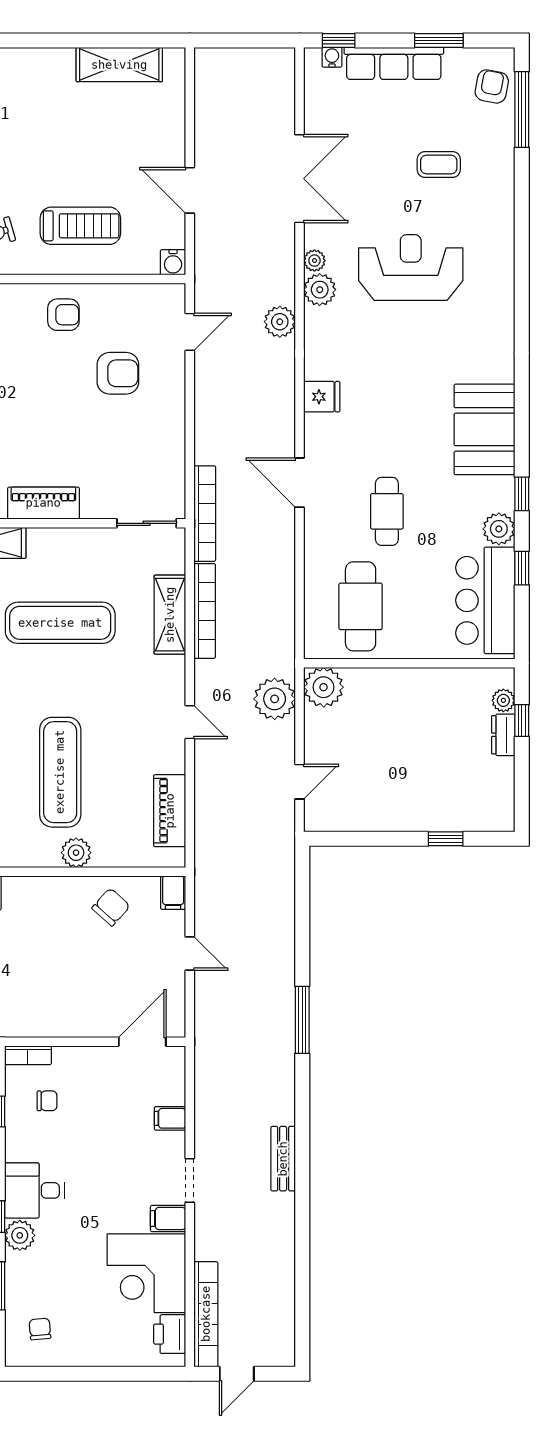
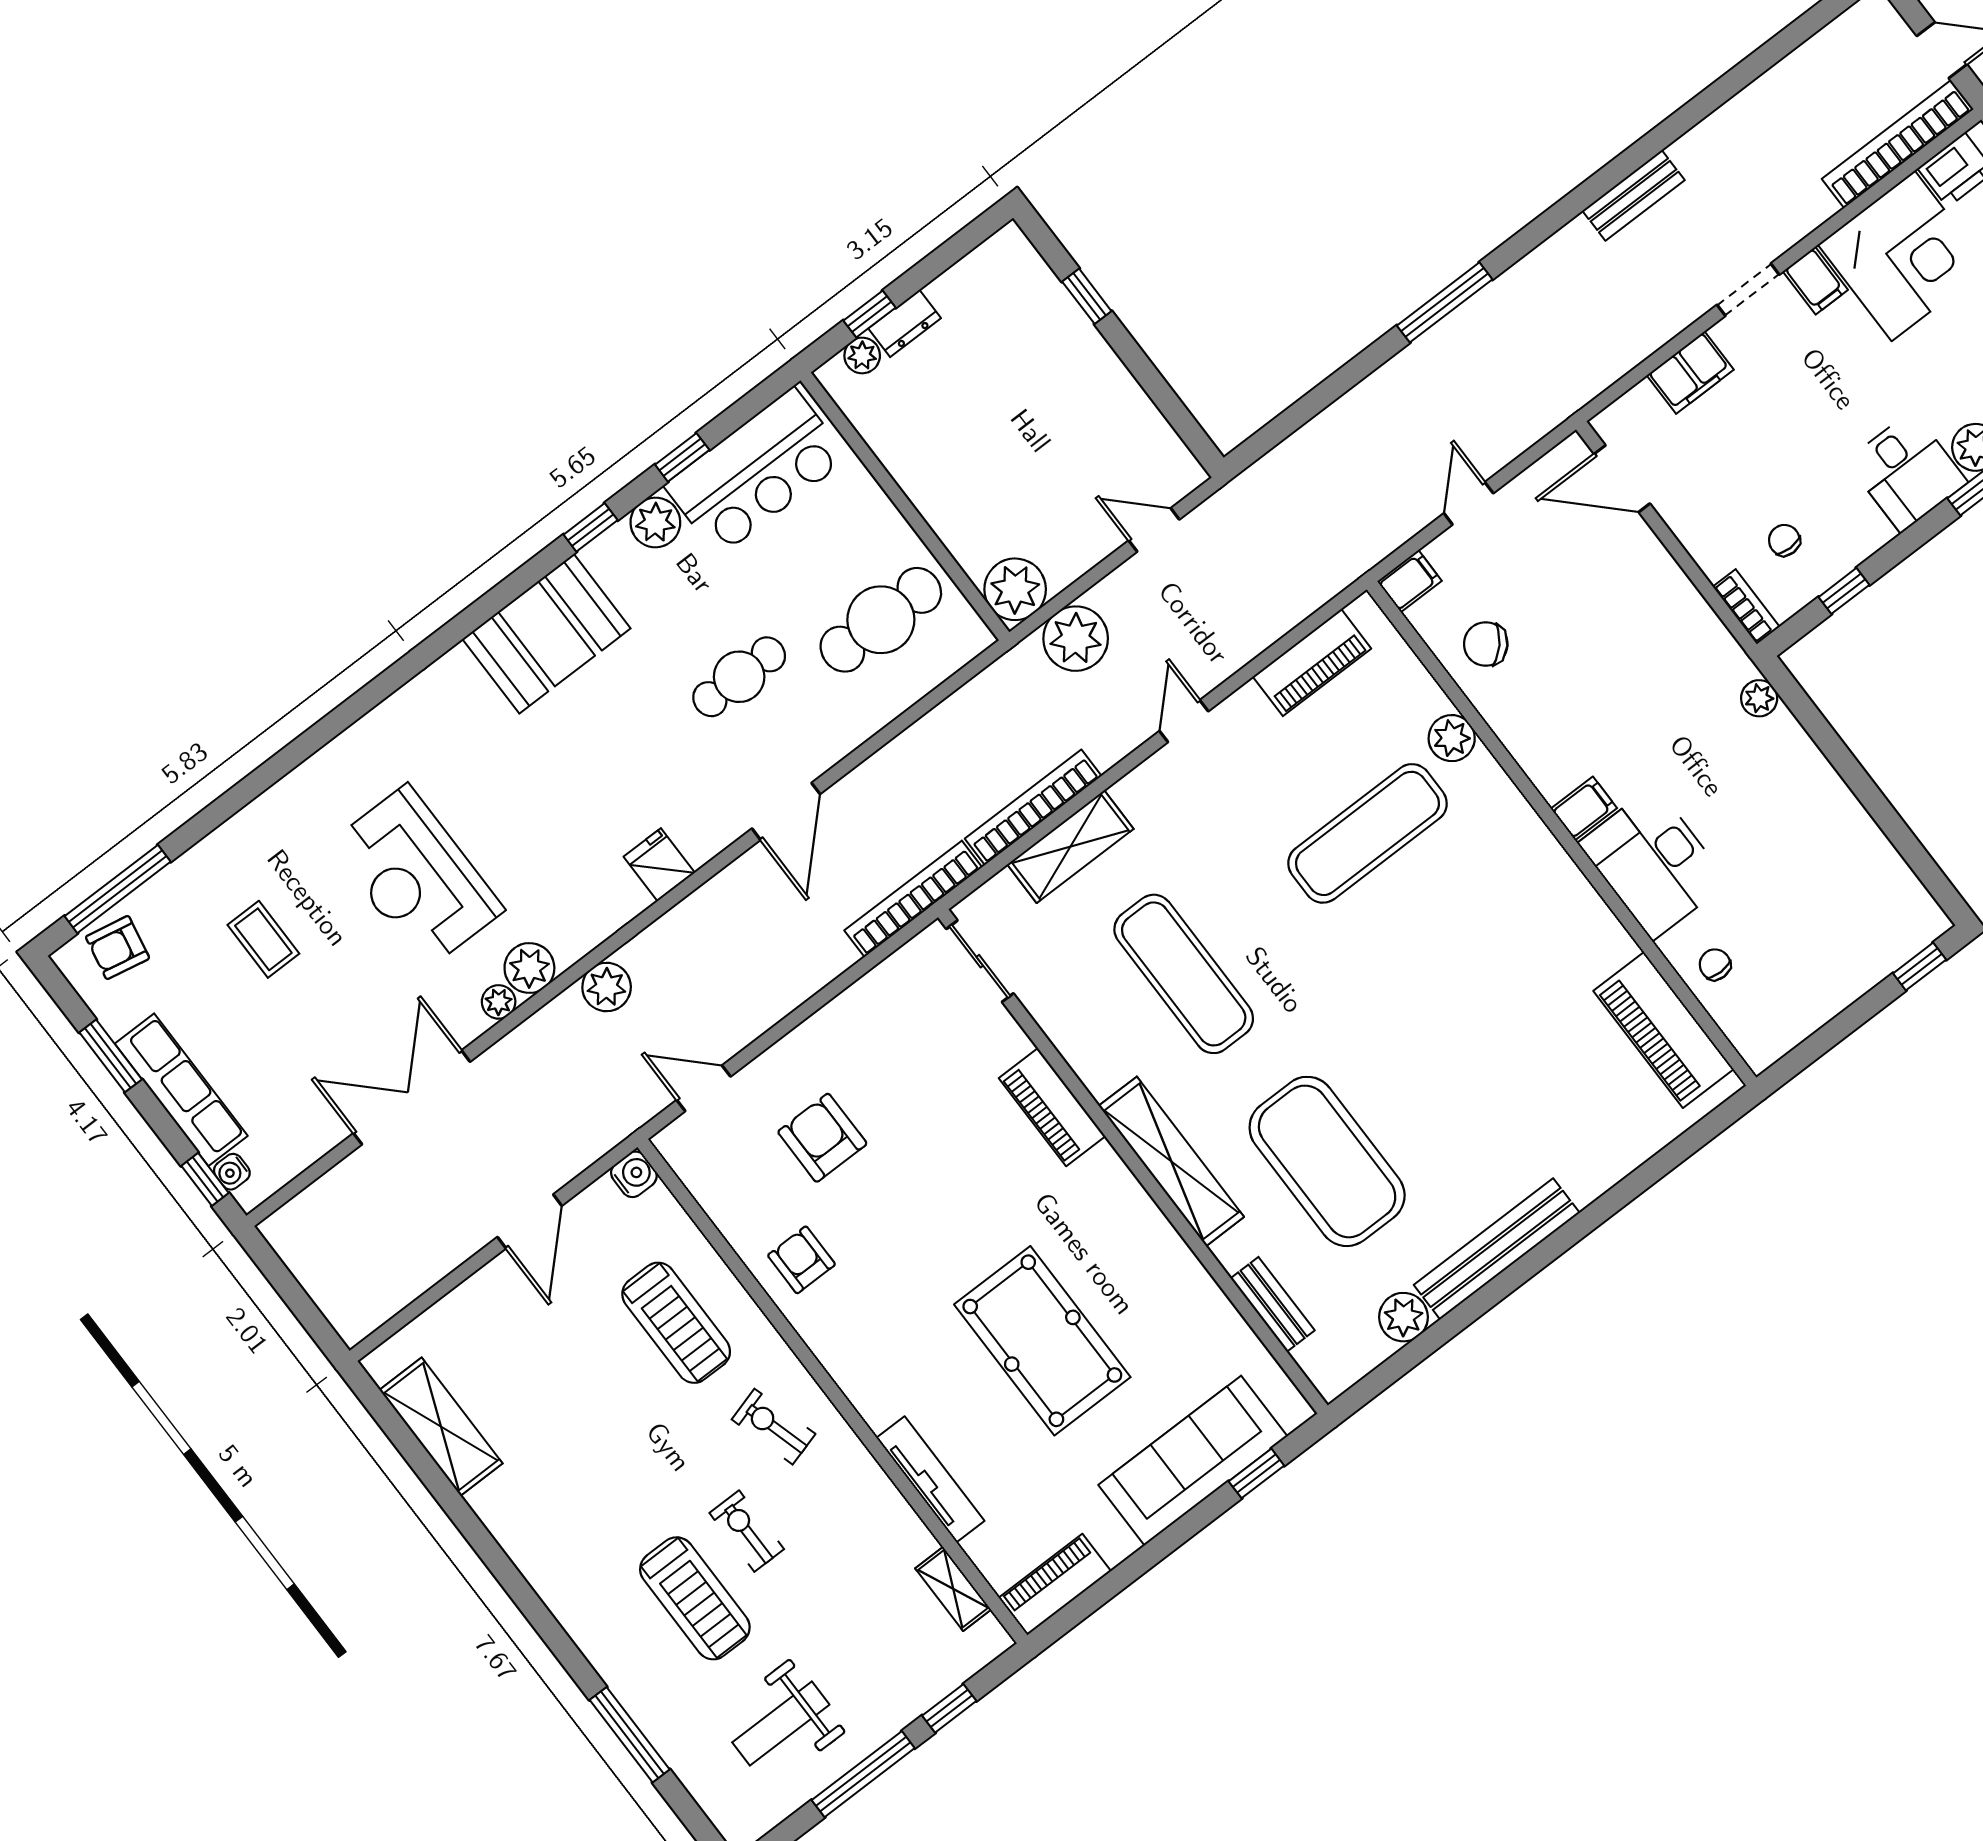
treadmill: (80, 226) -> (676, 1323), turned 180
filing cabinet: (170, 1118) -> (1690, 372), width x2.00

